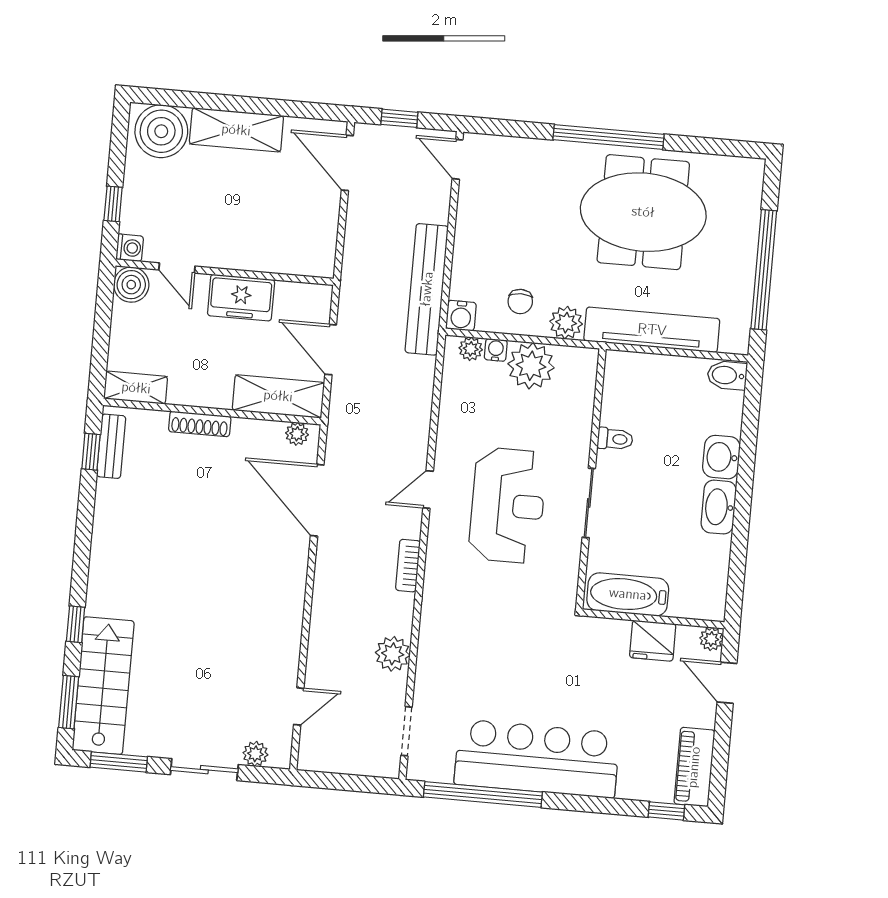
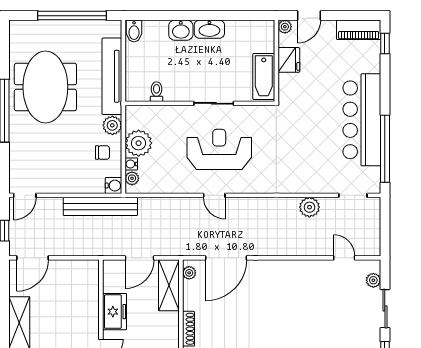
toilet: (615, 439) -> (157, 92), moved
bookcase: (408, 566) -> (258, 203), removed

